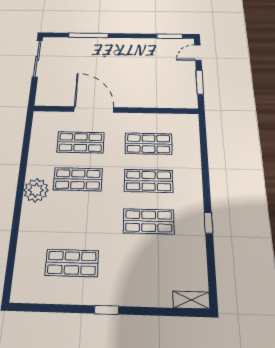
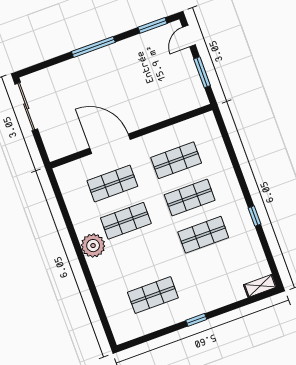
window: (88, 35) -> (93, 47), moved

